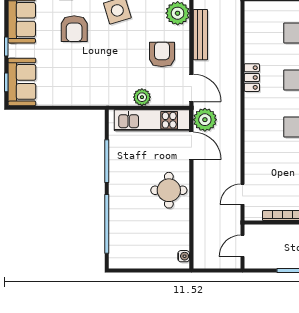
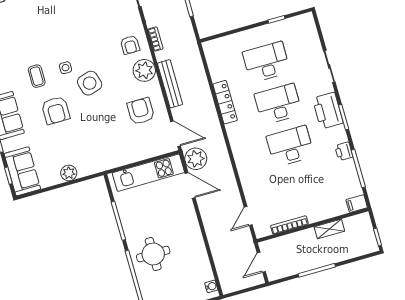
locker: (252, 78) -> (225, 102), width x1.53
plant: (142, 97) -> (69, 173), moved
round table: (169, 190) -> (153, 254), moved

